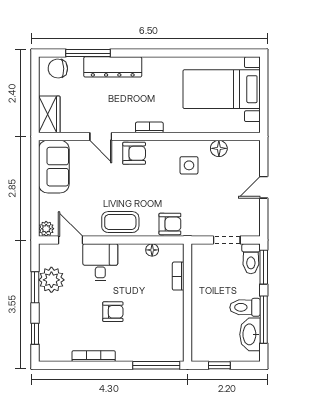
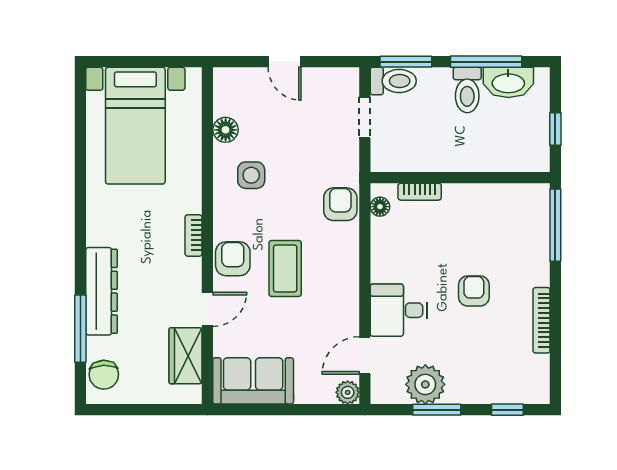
wardrobe: (49, 114) -> (186, 356), moved, turned -90
coffee table: (120, 222) -> (285, 268), moved
floor lamp: (152, 250) -> (380, 207), moved

